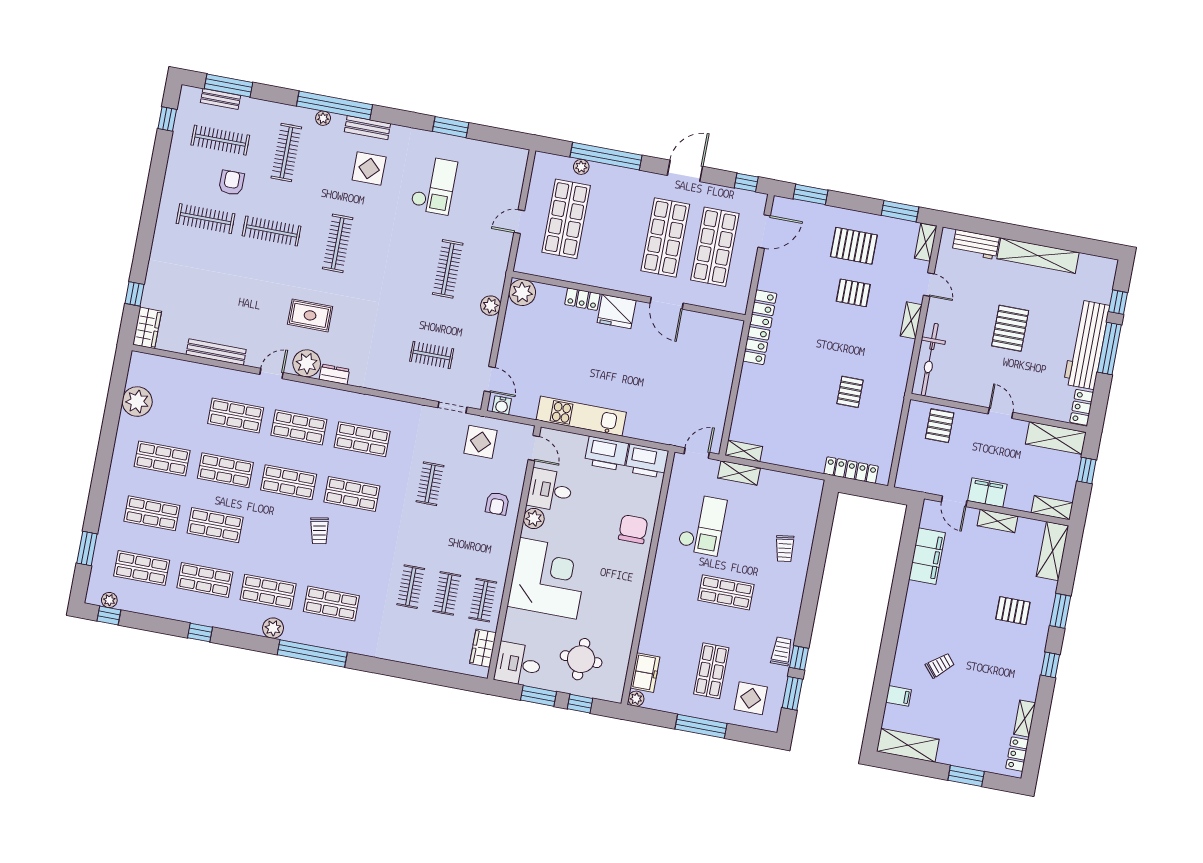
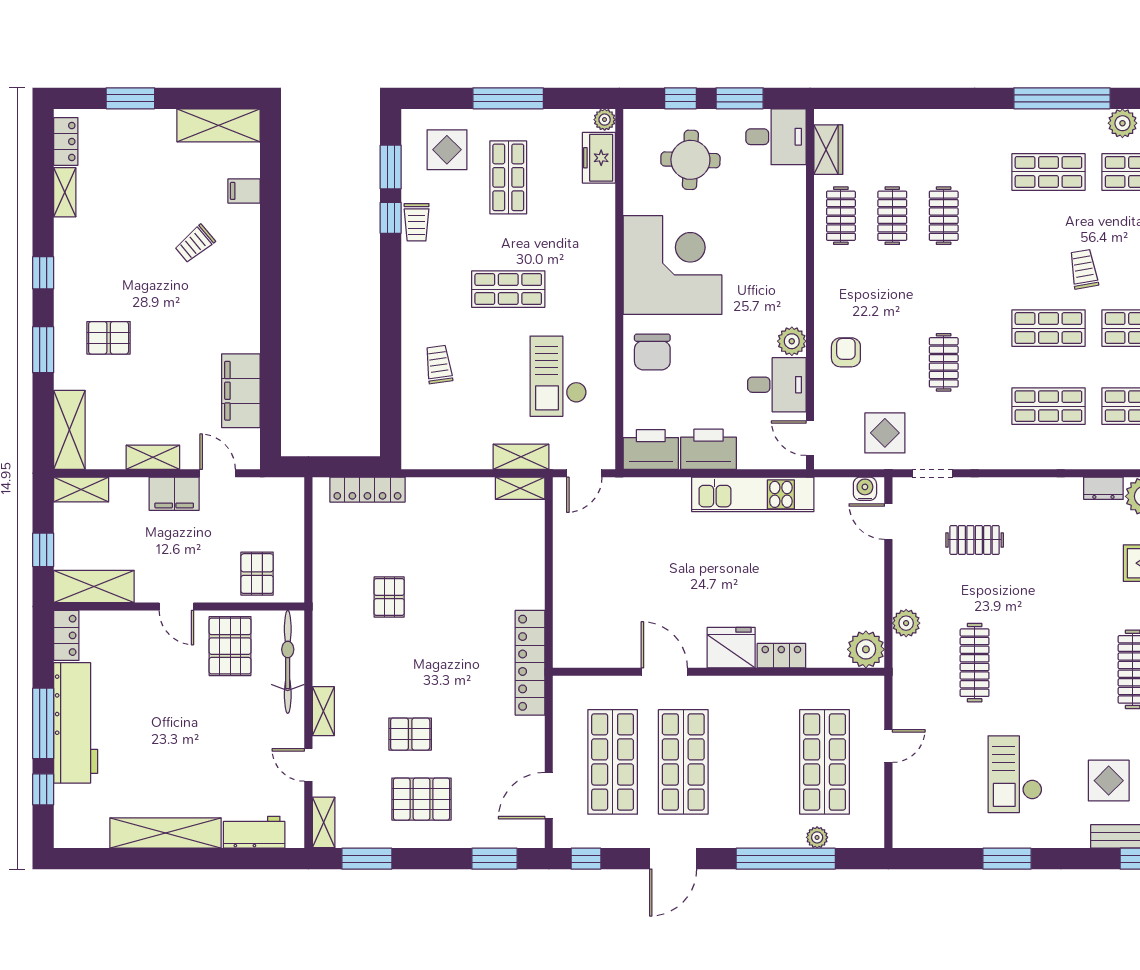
pallet: (1010, 328) -> (230, 646), moved
corner desk: (548, 578) -> (673, 265), moved, turned 180

